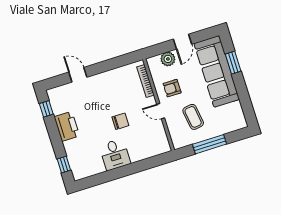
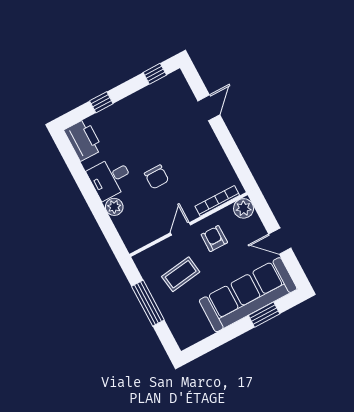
plant: (168, 59) -> (244, 208), moved
printer: (67, 126) -> (83, 140), moved, turned -90
plant: (136, 156) -> (114, 207), added
window: (64, 165) -> (101, 102), moved

